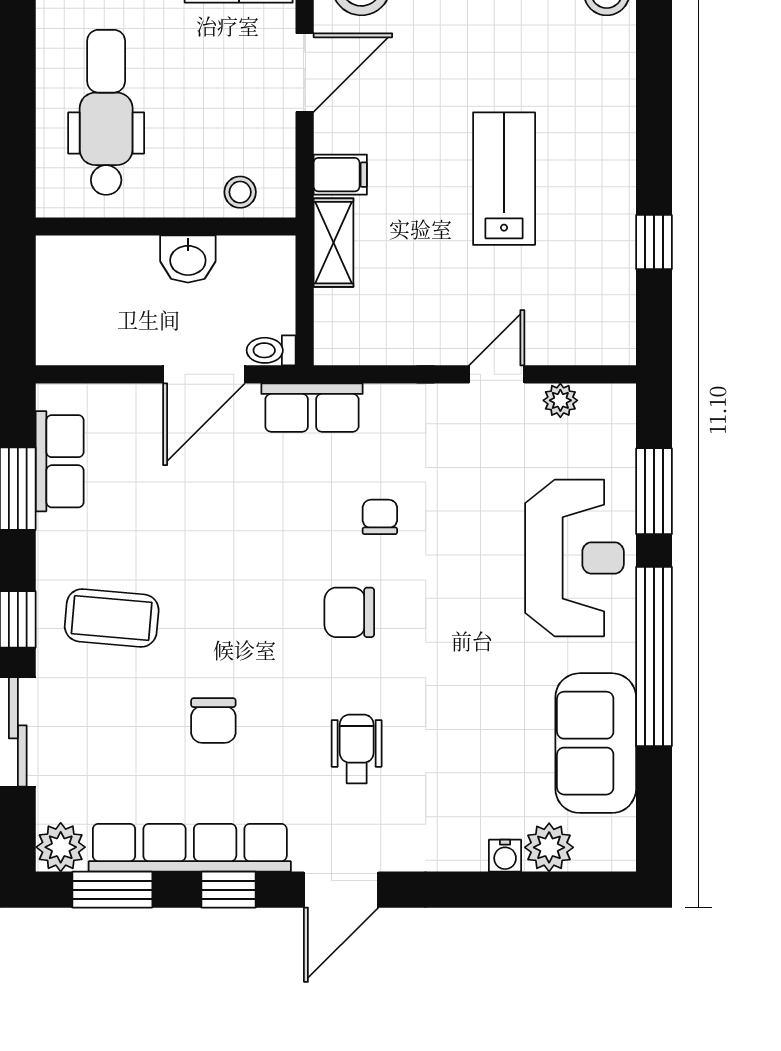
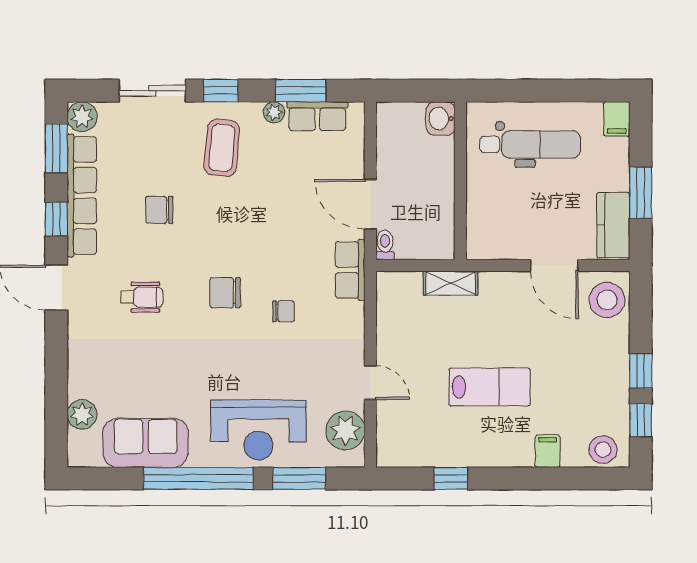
filing cabinet: (340, 175) -> (548, 451), moved, turned 180
stool: (240, 192) -> (481, 226), removed
washbasin: (188, 259) -> (441, 119), moved
plant: (560, 400) -> (345, 430), width x1.88, depth x1.88
plant: (53, 533) -> (274, 112), added
chair: (349, 612) -> (225, 293), turned -90
water cooler: (505, 856) -> (77, 388), removed

